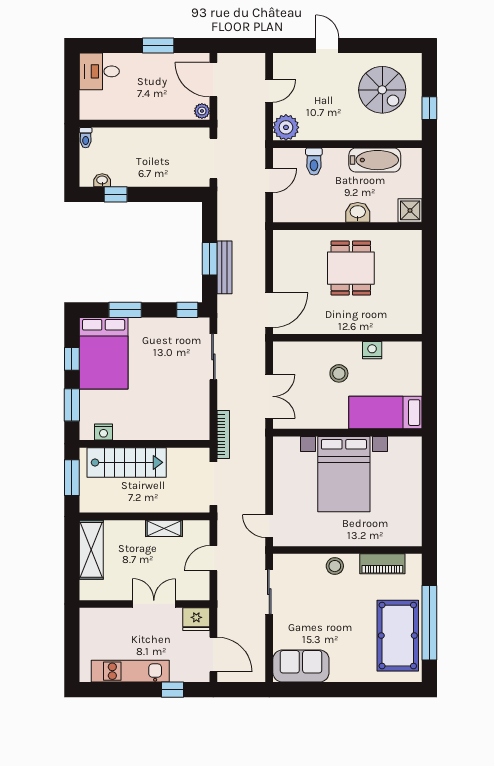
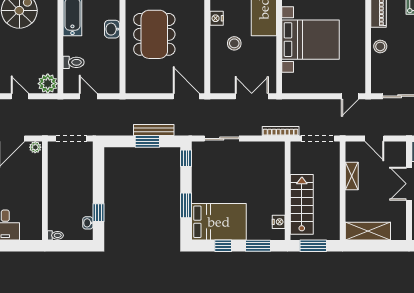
dining table: (351, 268) -> (154, 34), width x1.38

